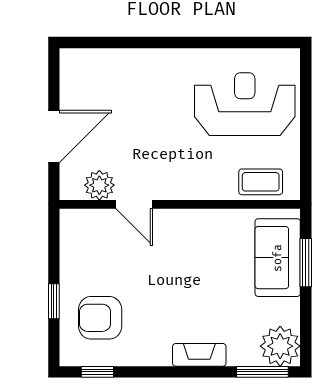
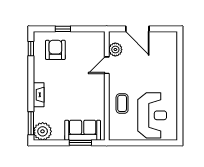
coffee table: (261, 182) -> (122, 103), moved

